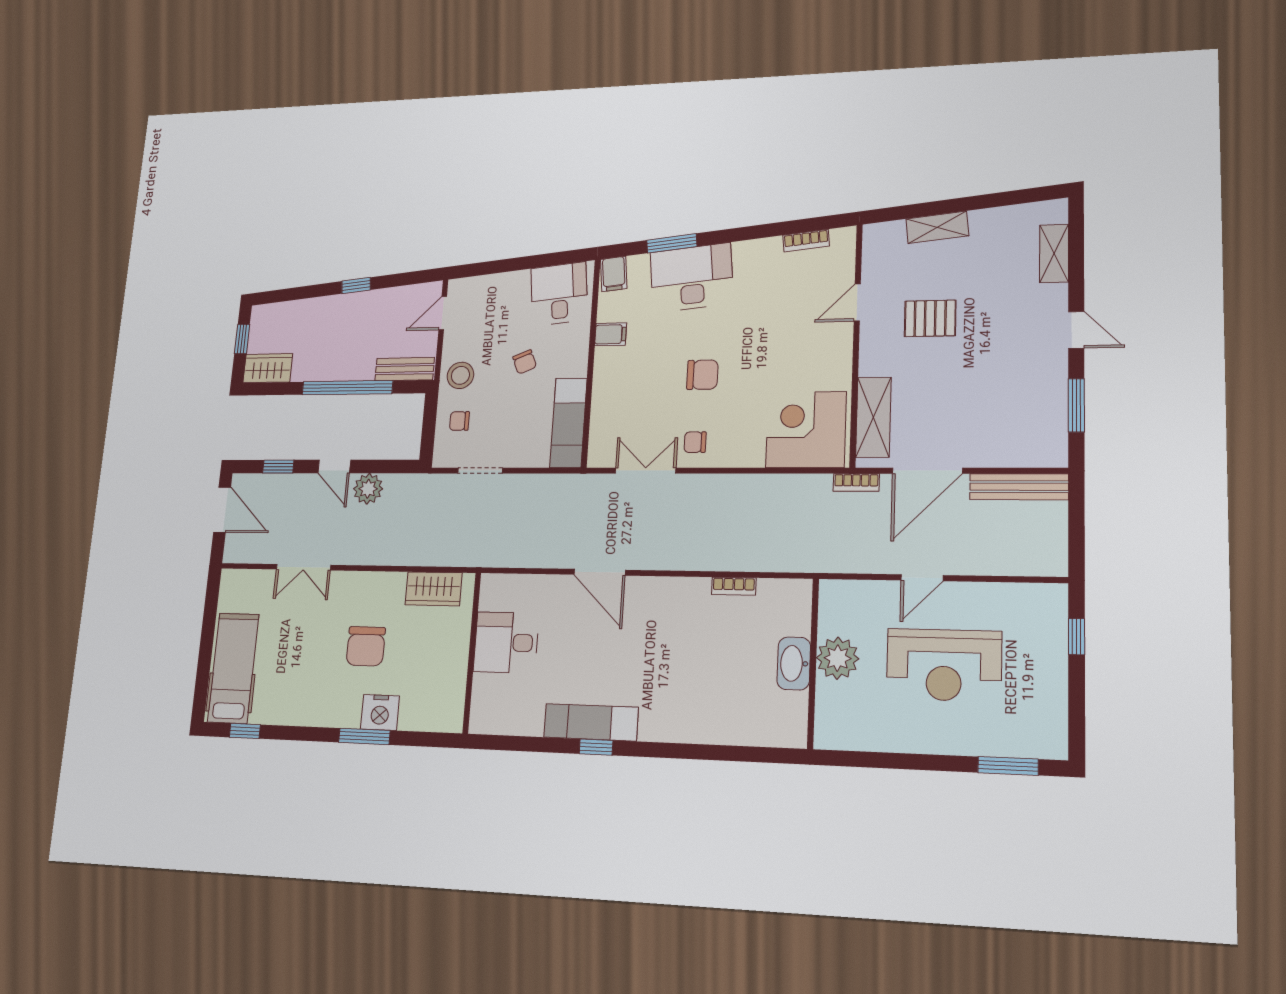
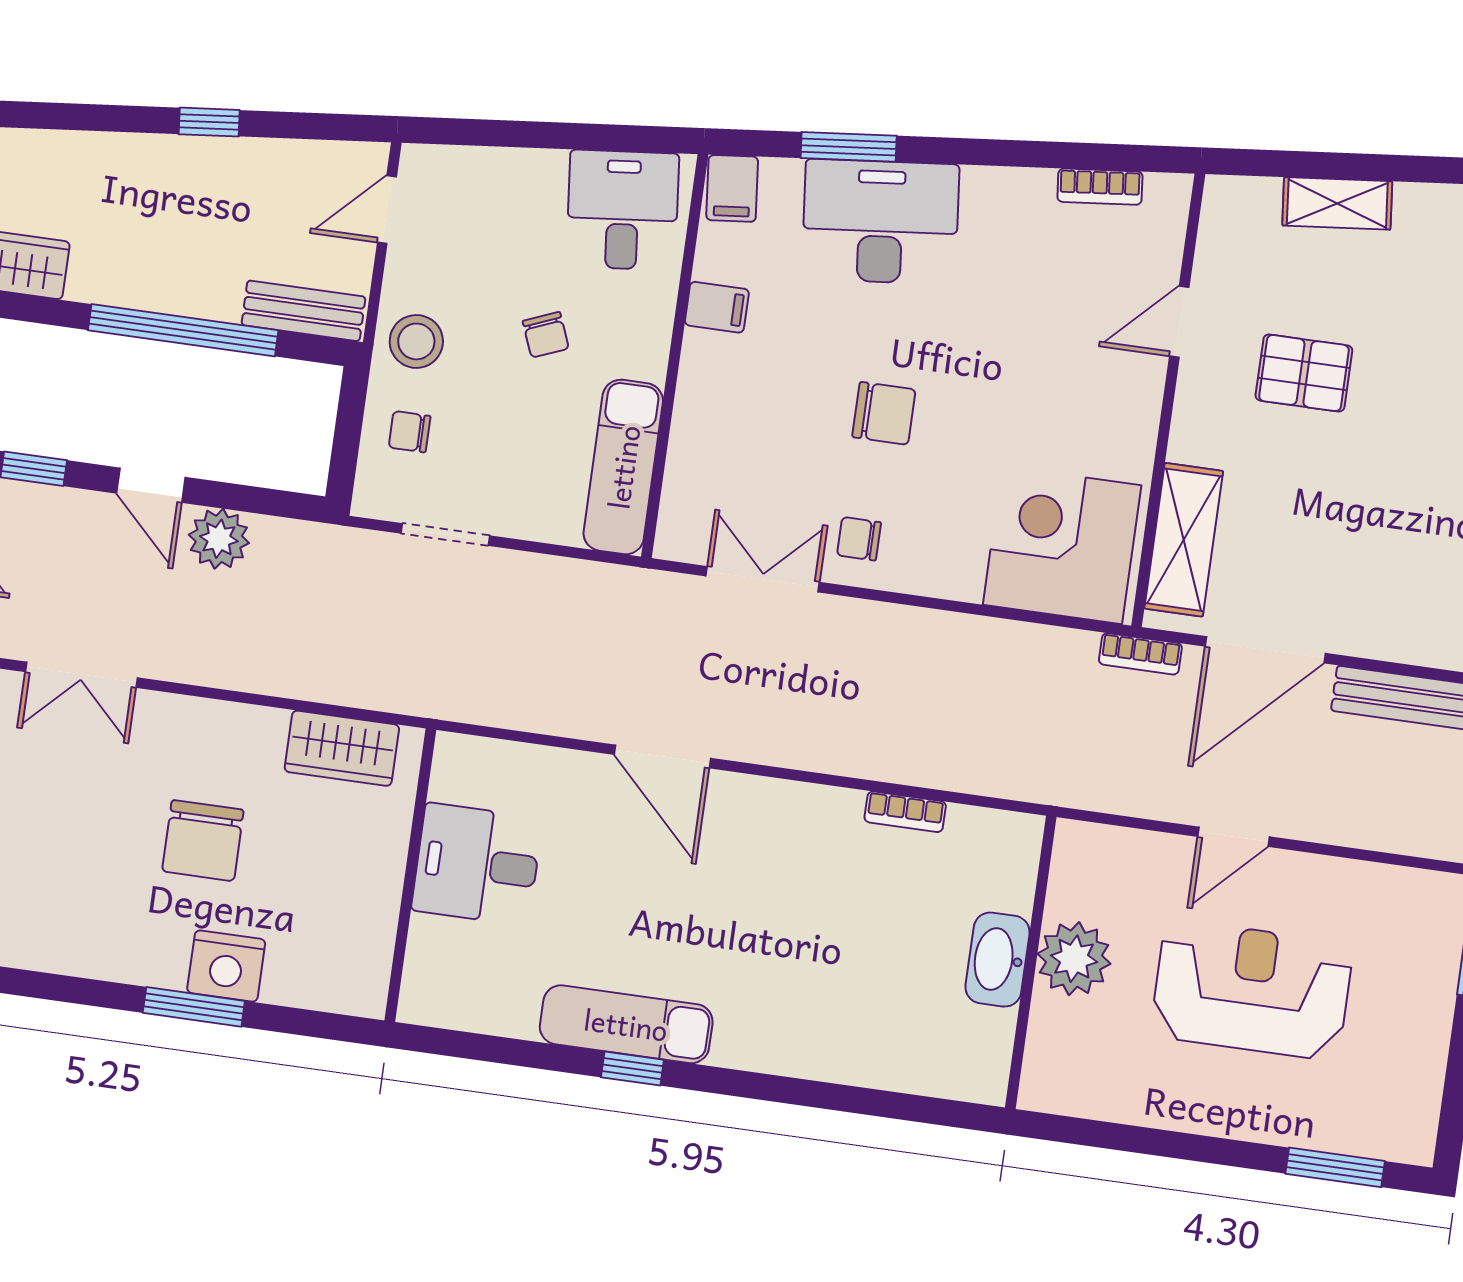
reception desk: (944, 665) -> (1252, 990), turned 180

